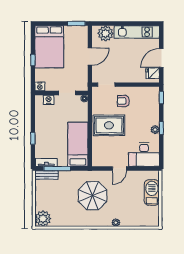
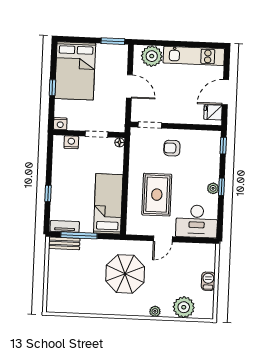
door: (90, 57) -> (129, 86), hinge flipped
rug: (109, 125) -> (157, 195), moved, turned 90
barbecue: (152, 193) -> (208, 281), width x0.53, depth x0.65
plant: (43, 219) -> (184, 307), moved

